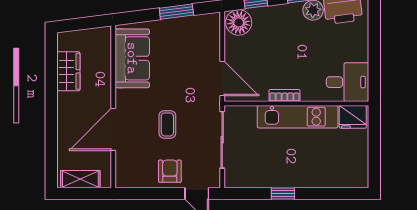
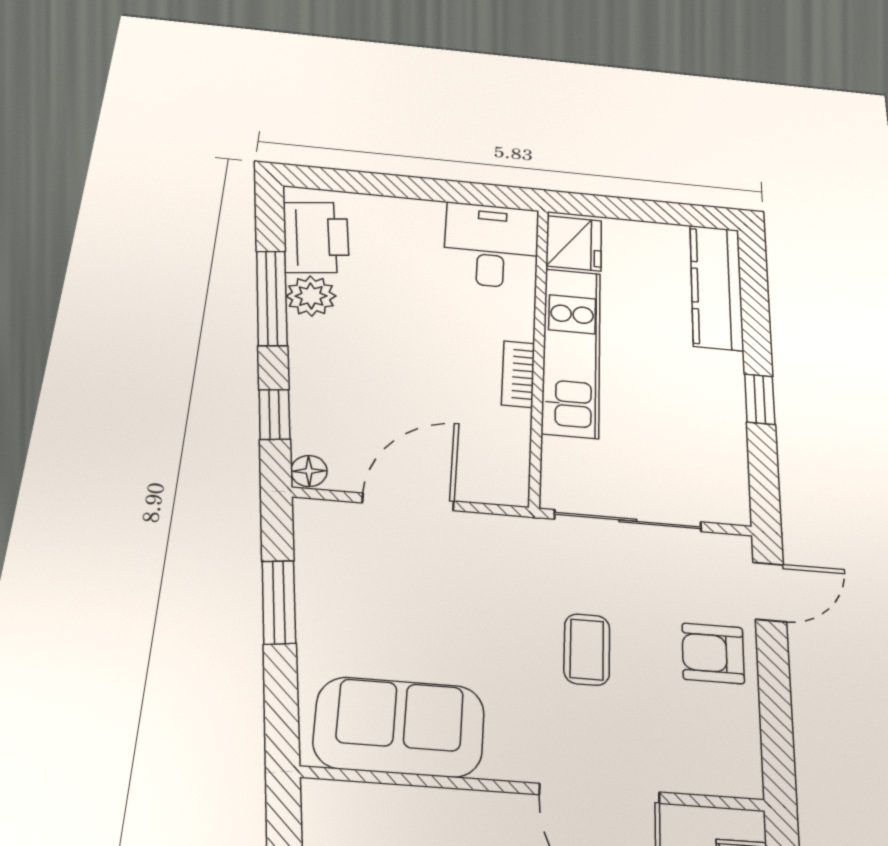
floor lamp: (239, 22) -> (309, 471), width x0.53, depth x0.53
door: (222, 79) -> (408, 502), moved
coffee table: (167, 124) -> (587, 649), turned 90
kitchen counter: (337, 177) -> (716, 287), added

